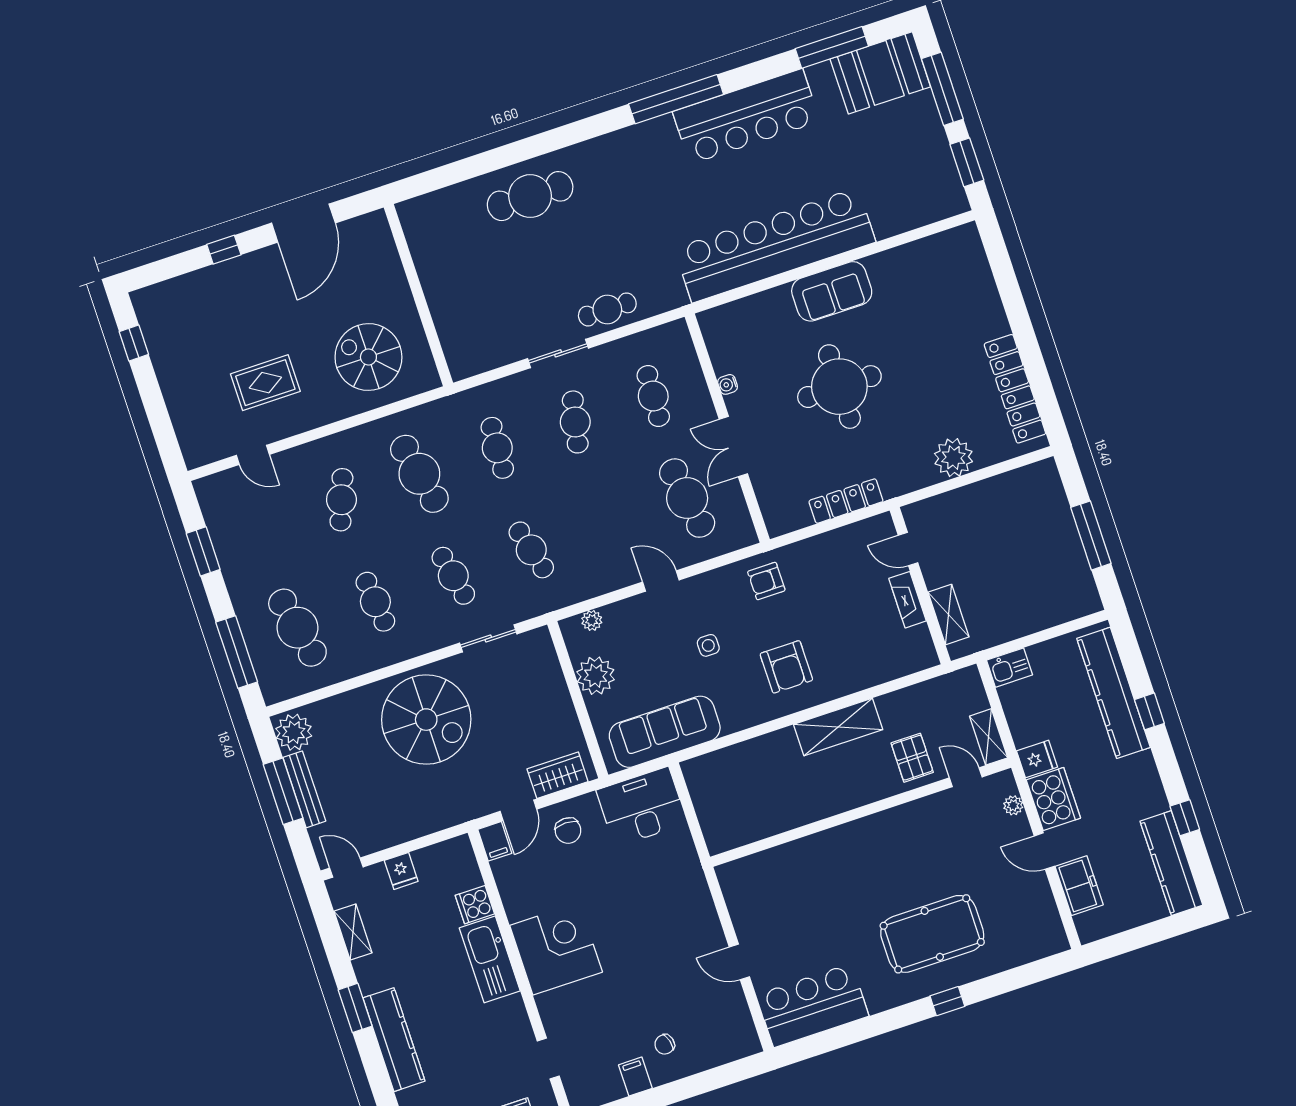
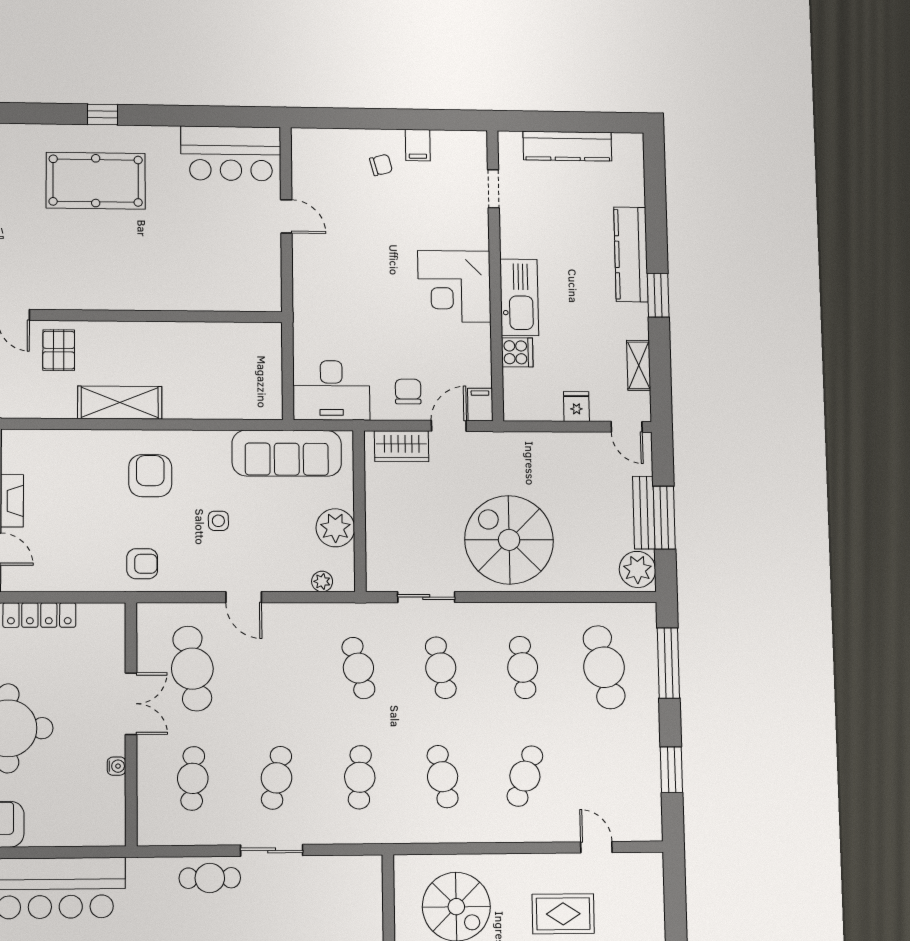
cafe table: (419, 474) -> (443, 777), width x0.73, depth x0.74

